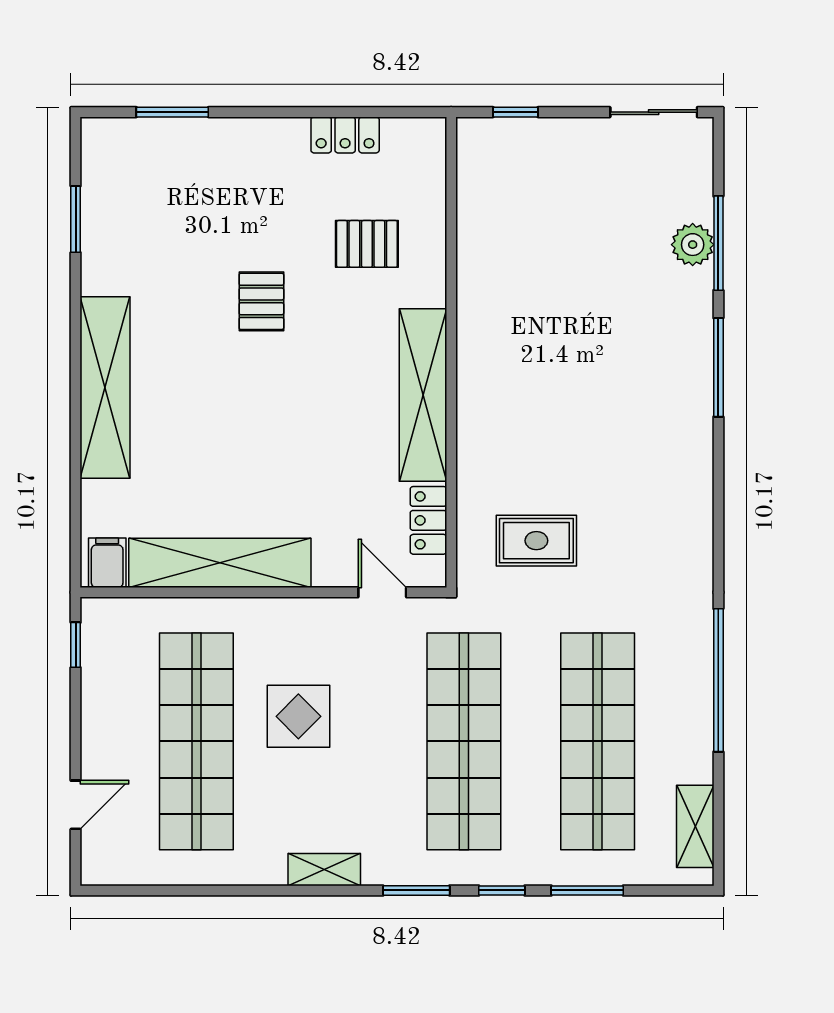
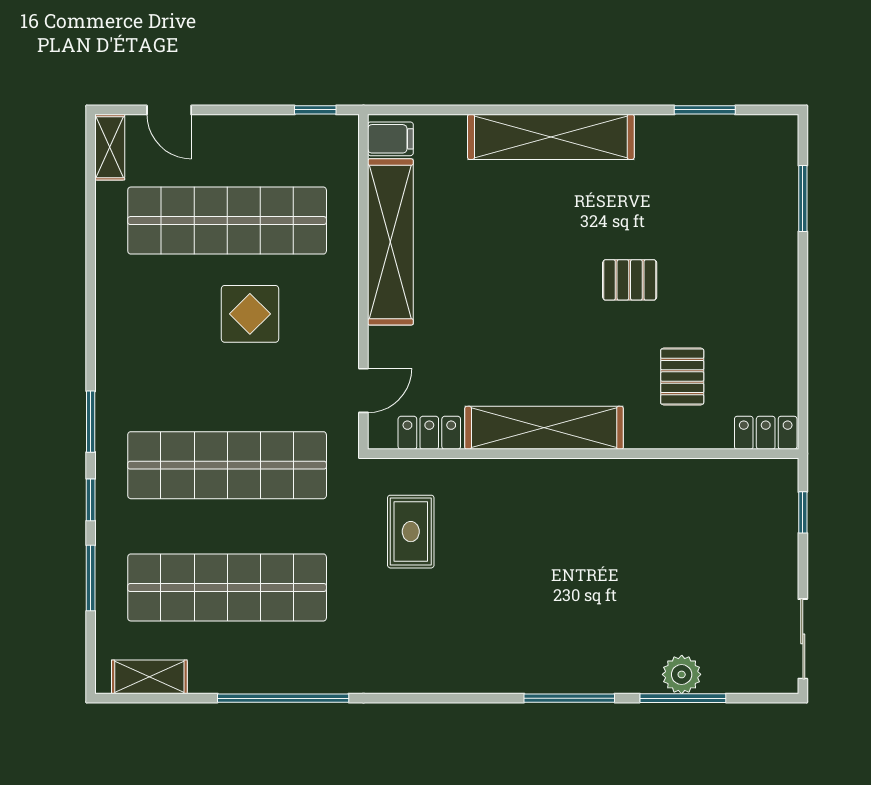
locker: (345, 135) -> (766, 433), moved, turned 90
shelving: (324, 870) -> (110, 147), moved

